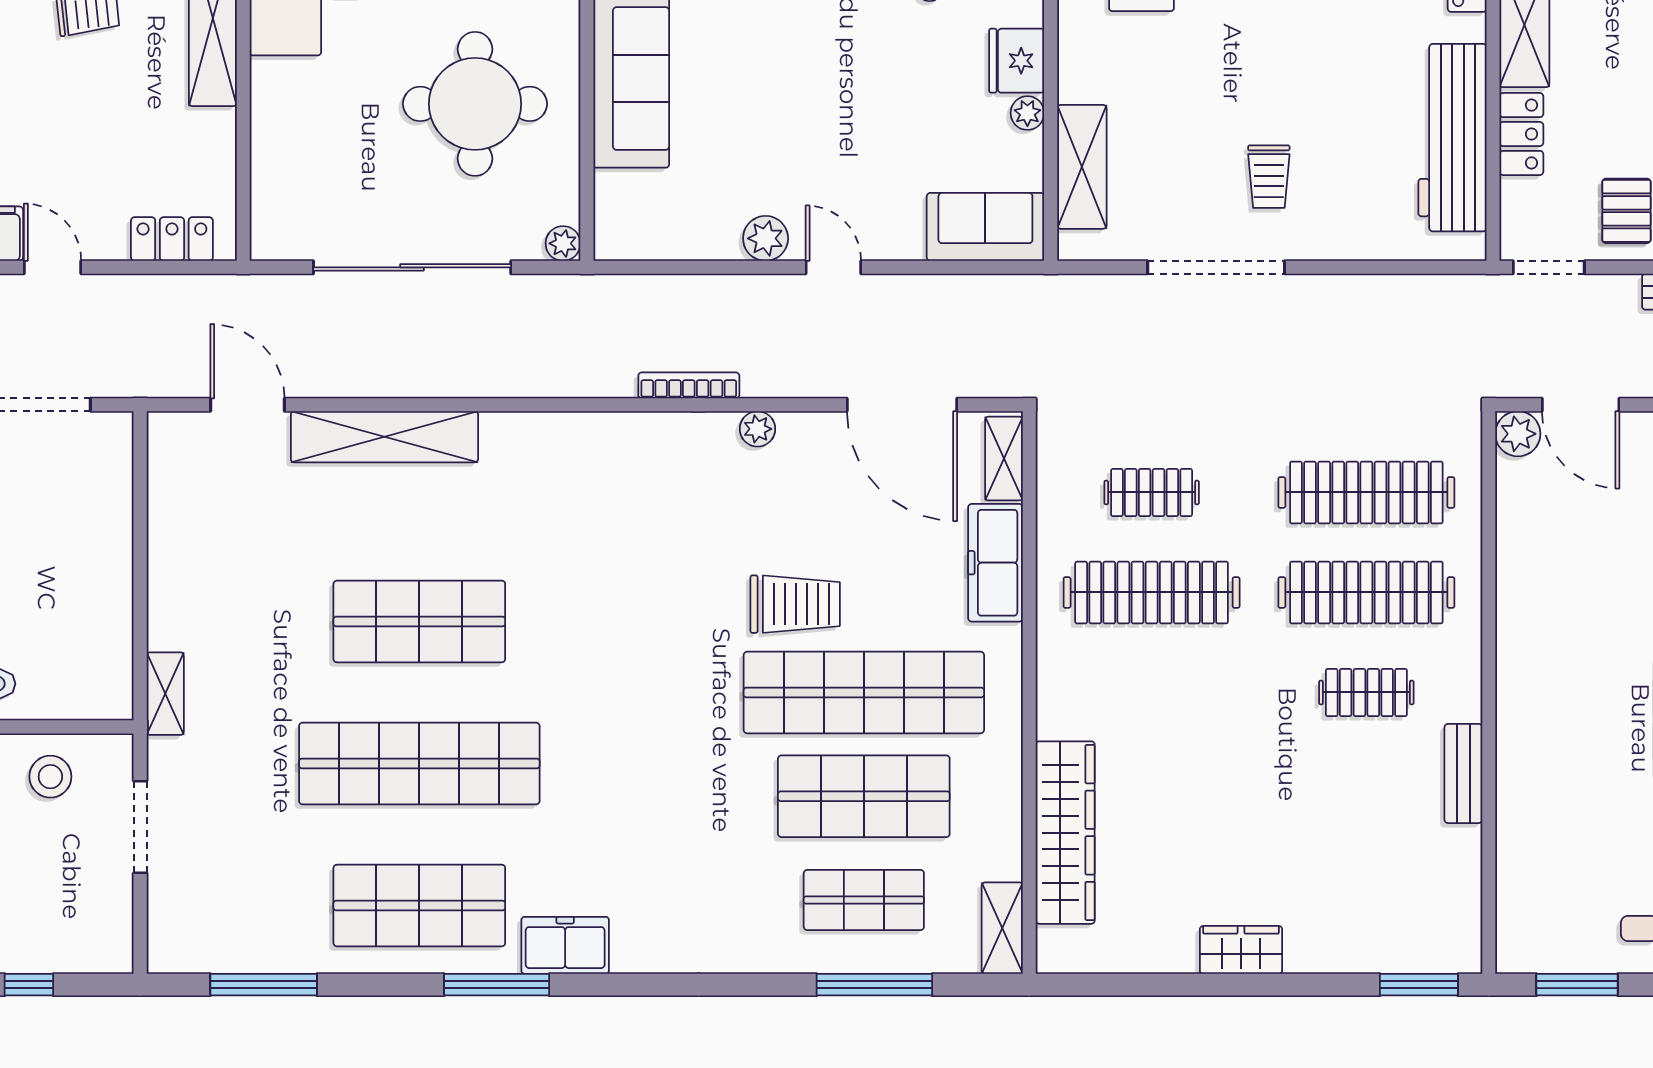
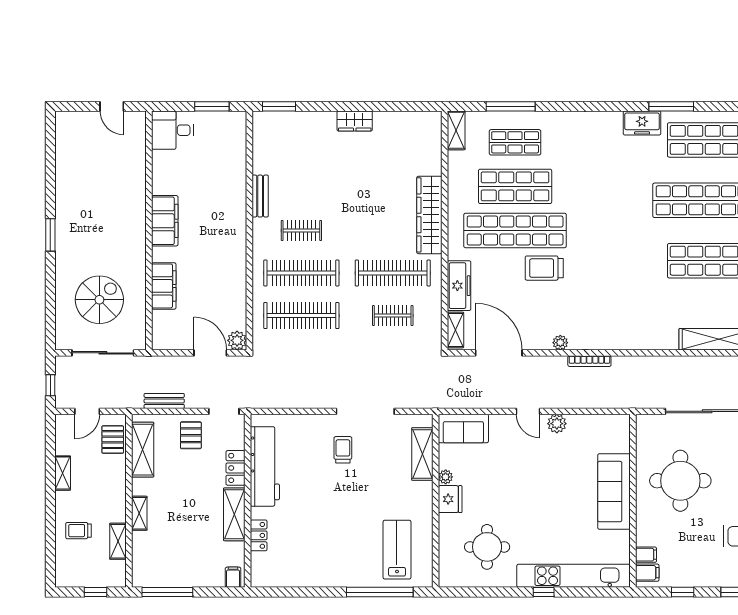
plant: (563, 243) -> (643, 421), removed
wardrobe: (1065, 833) -> (429, 215), moved

